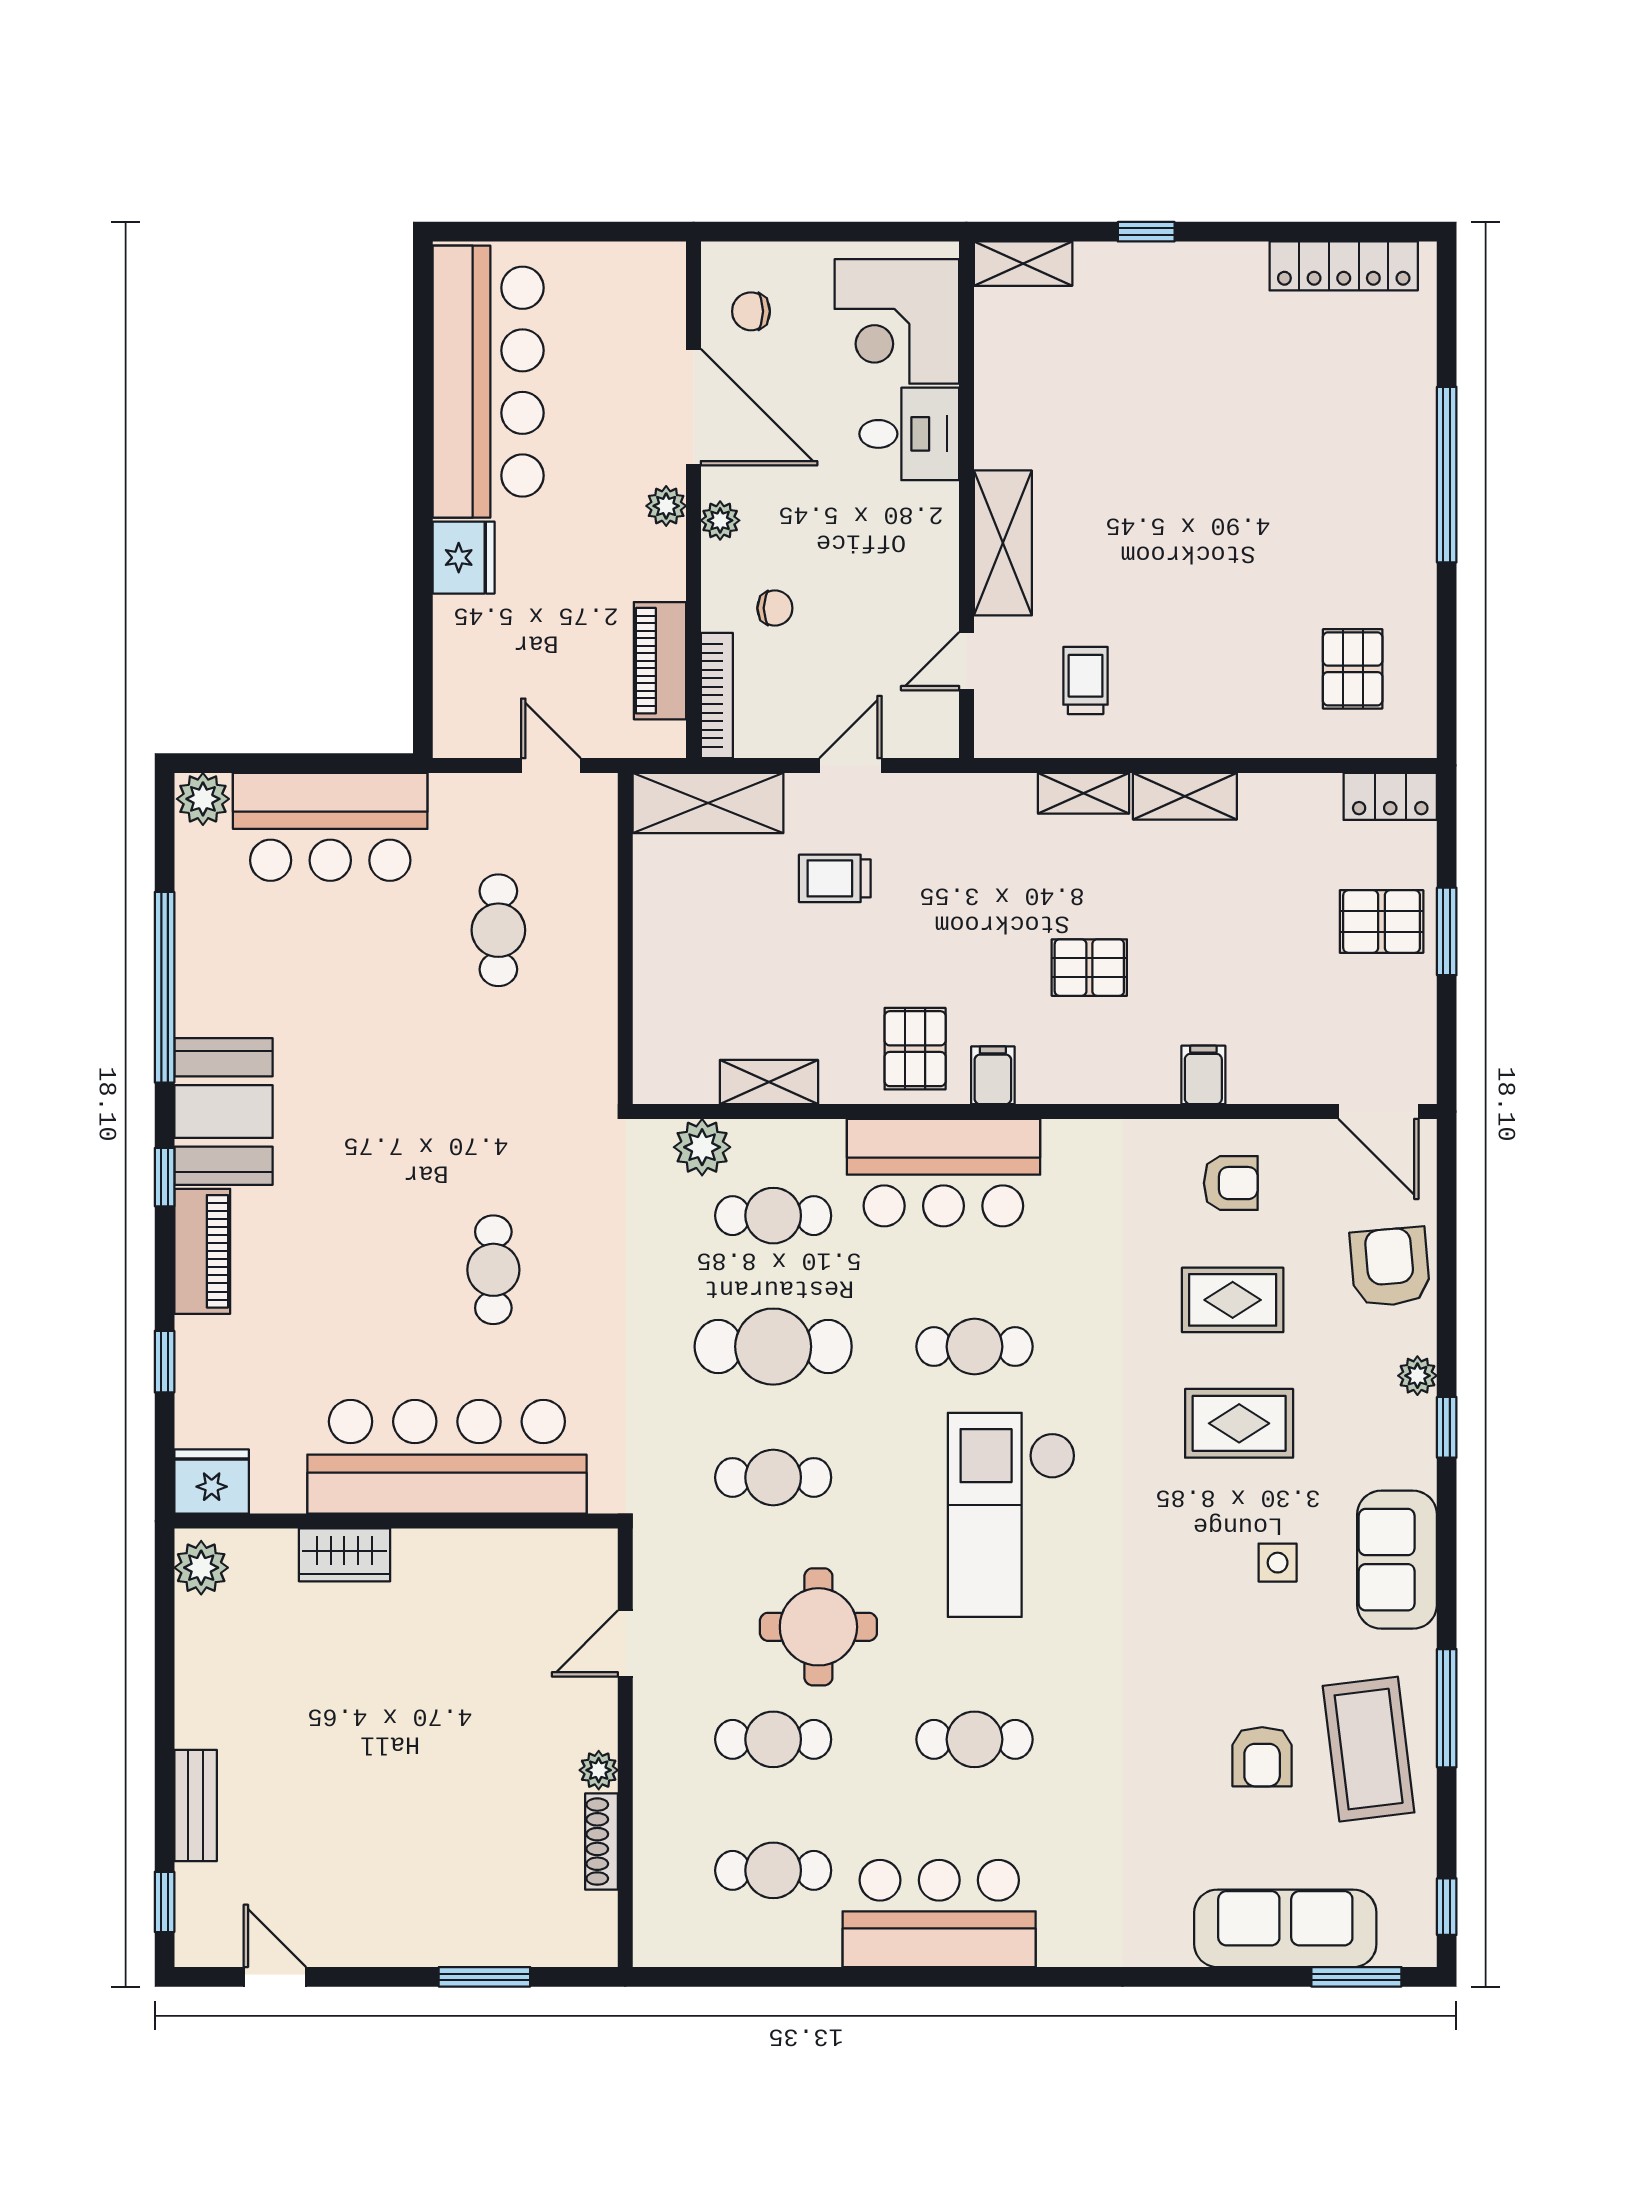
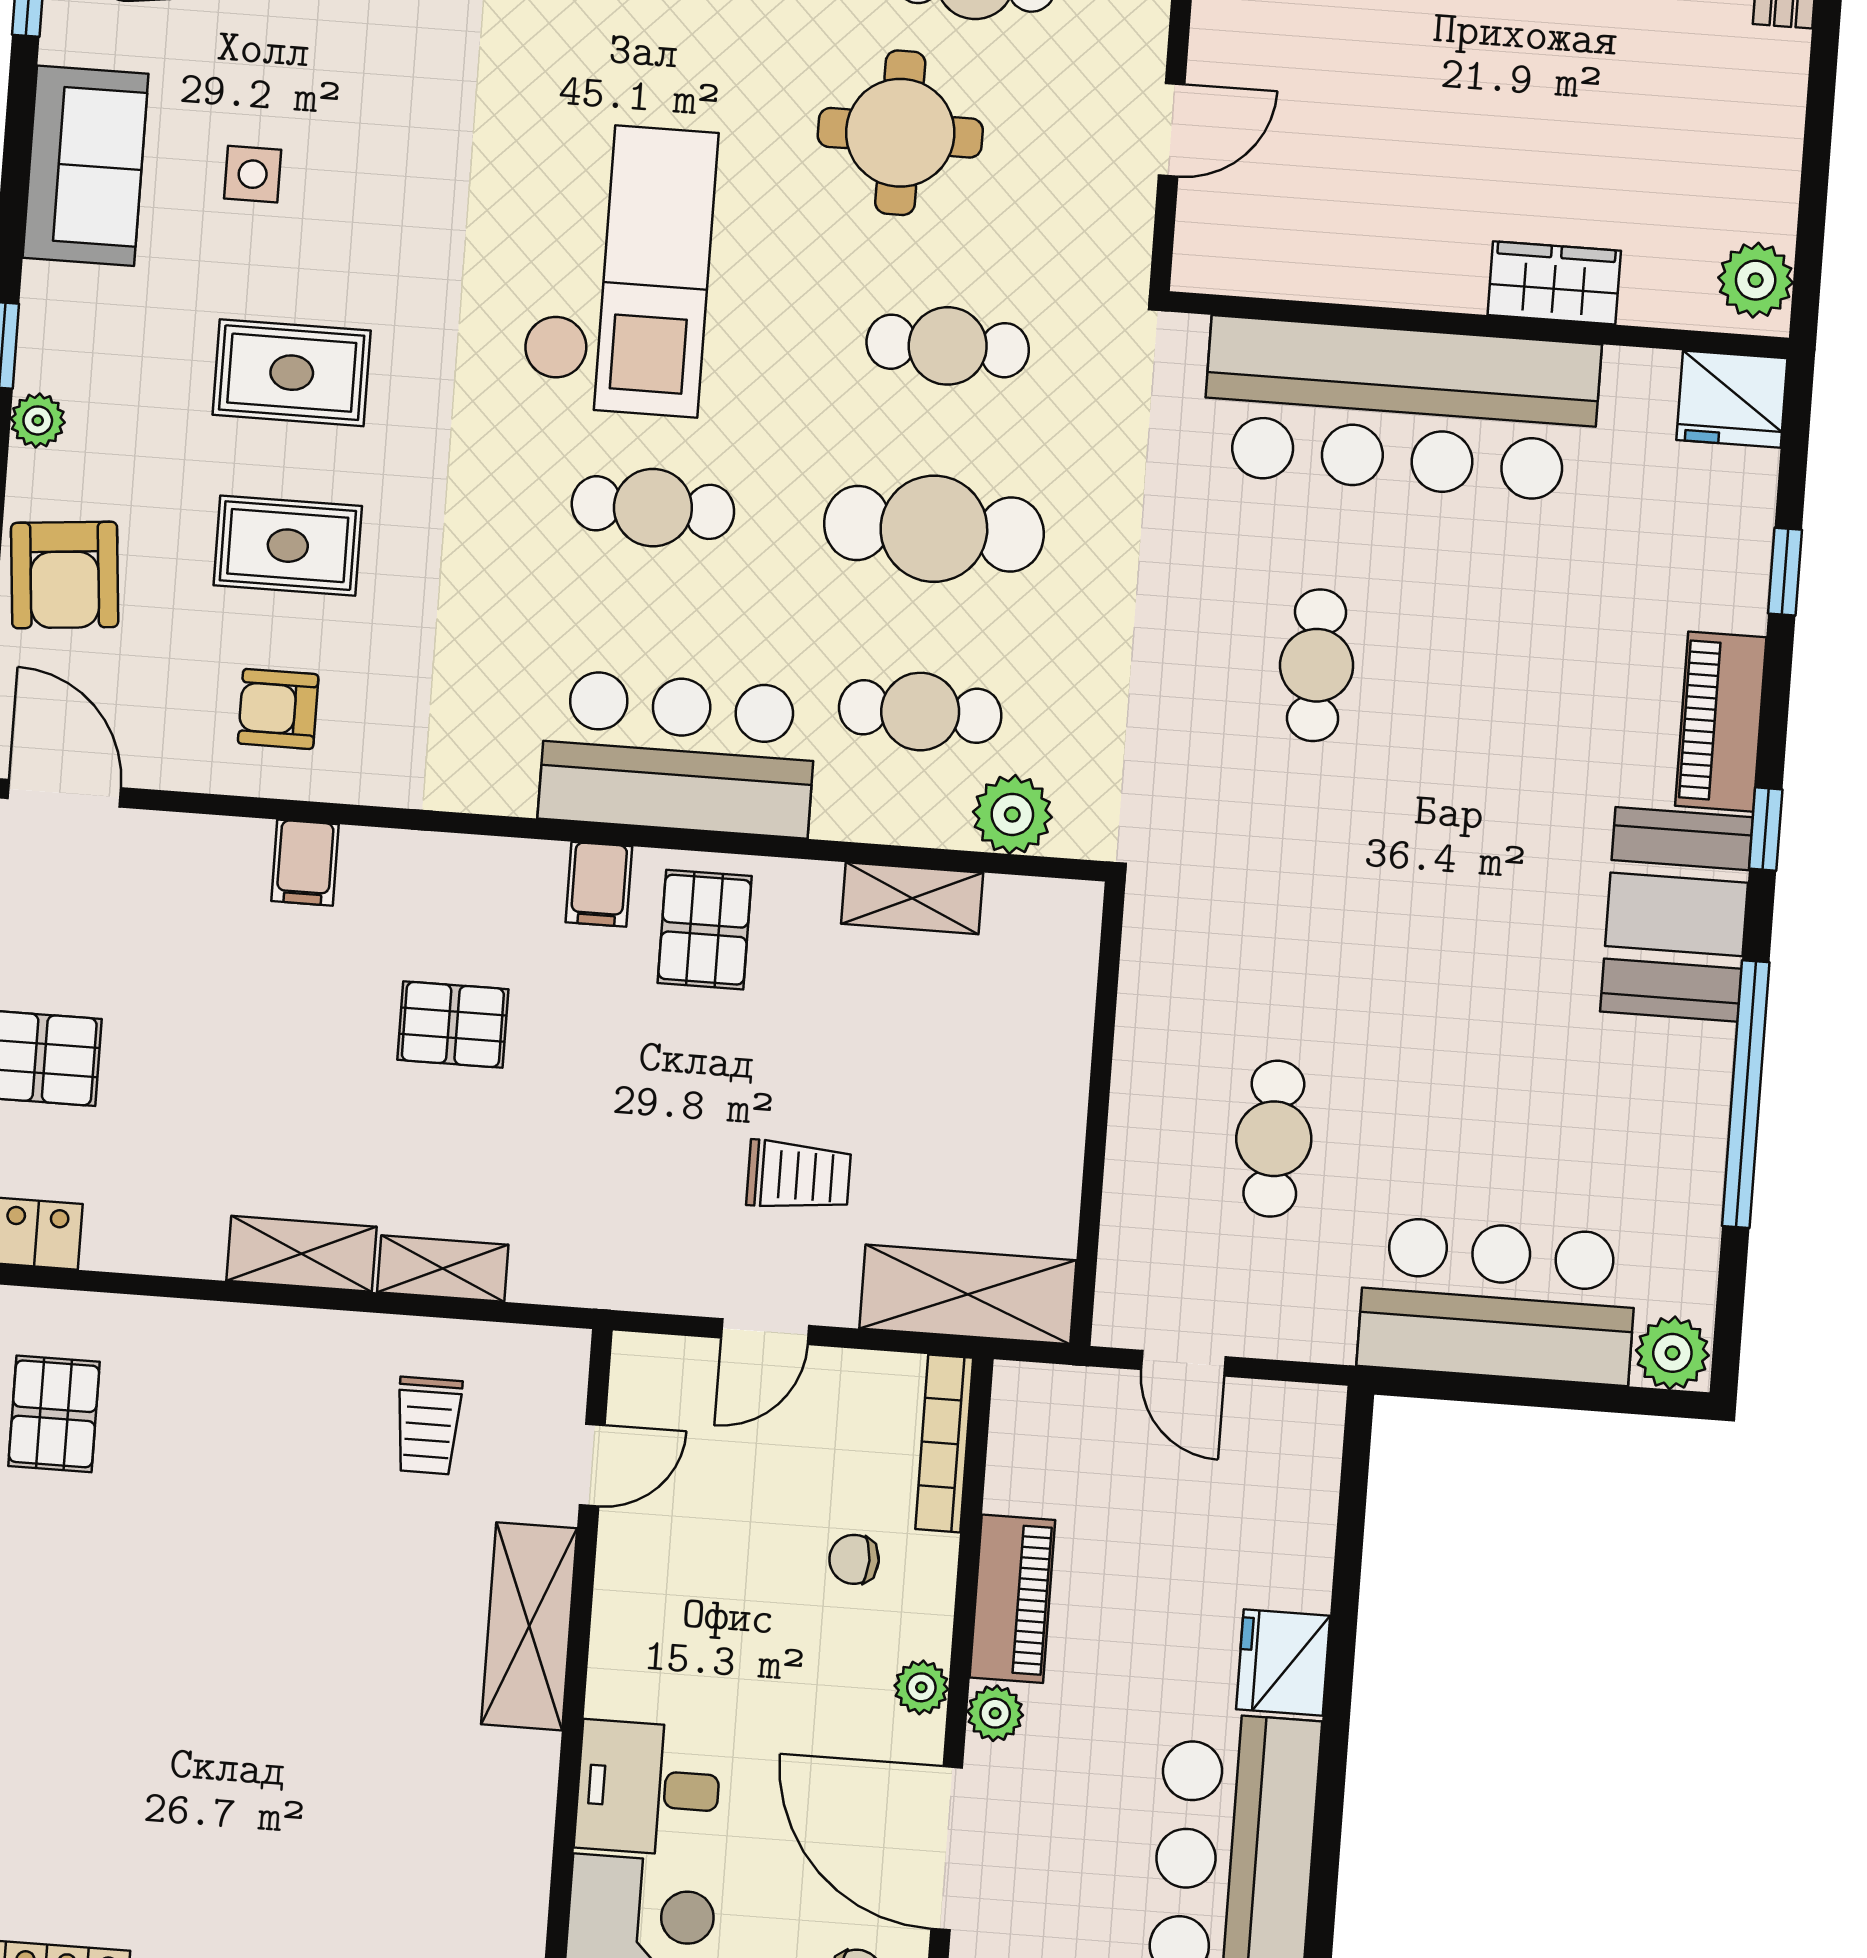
piano: (660, 661) -> (1012, 1599), moved

